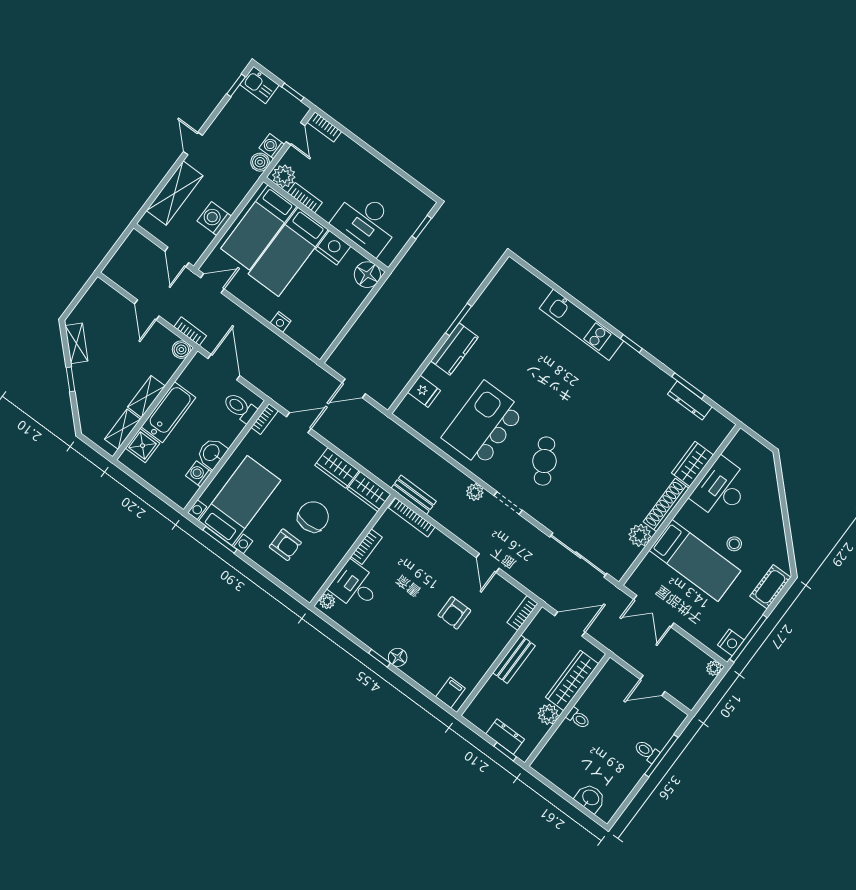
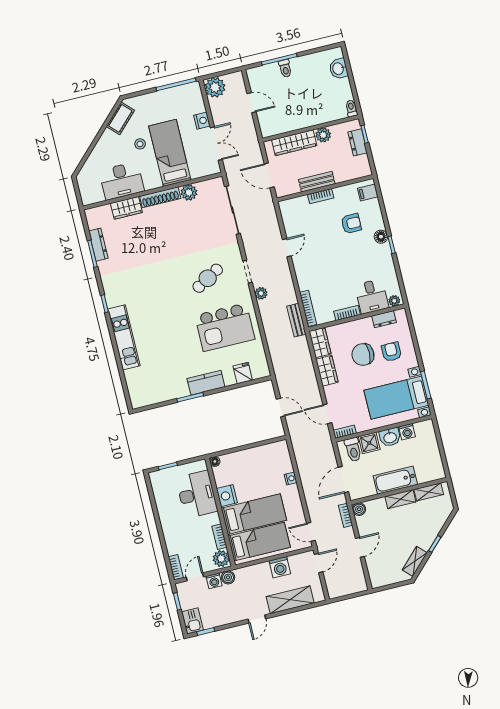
floor lamp: (367, 275) -> (215, 461), width x0.53, depth x0.53
shower: (143, 446) -> (369, 443), moved
dresser: (322, 573) -> (384, 319), added
cot: (770, 587) -> (120, 118), moved, turned -45
armchair: (454, 613) -> (351, 223), moved
bookcase: (523, 613) -> (321, 196), moved
nightstand: (731, 642) -> (202, 121), moved, turned 90
plant: (714, 668) -> (215, 87), width x1.88, depth x1.88
toilet: (578, 718) -> (351, 108), moved

